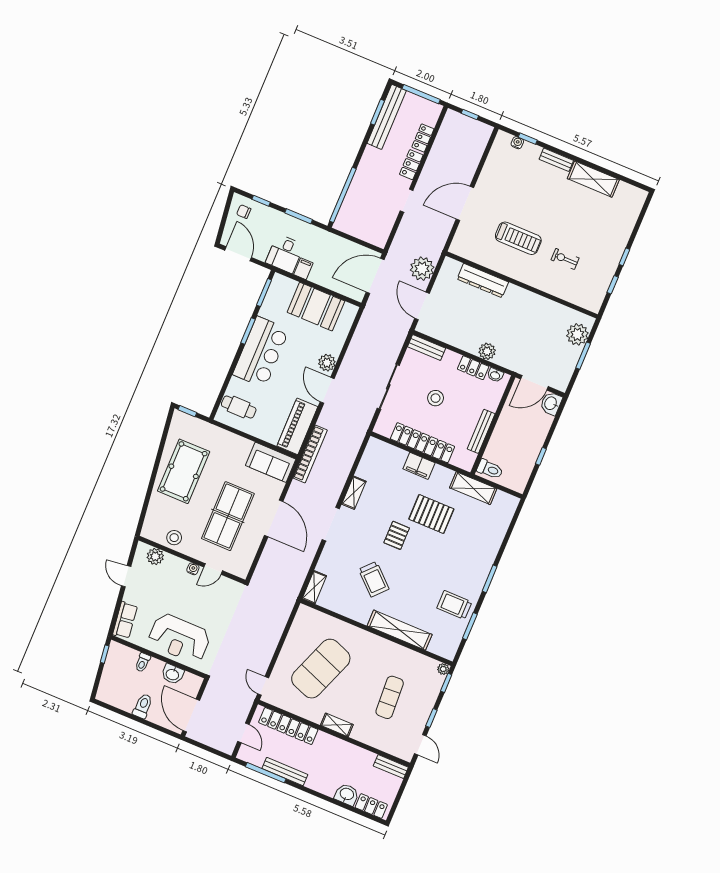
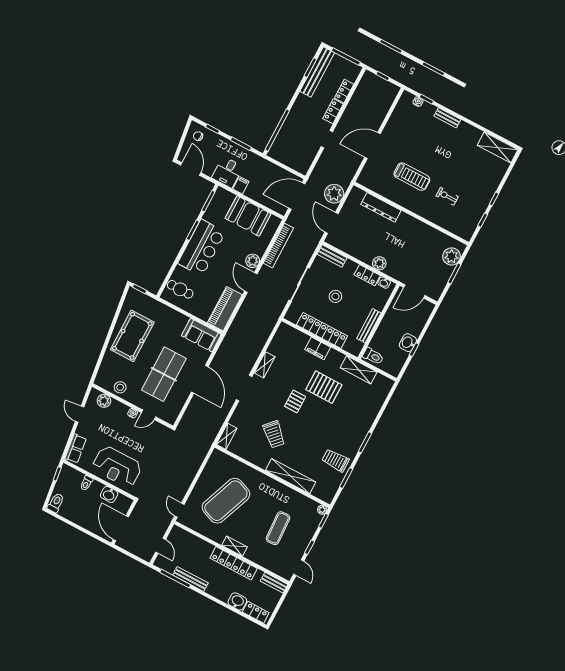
shelving: (593, 179) -> (498, 147), moved
washbasin: (551, 403) -> (408, 343), moved
bookcase: (310, 454) -> (278, 246), moved
toilet: (143, 706) -> (56, 503), moved
locker: (288, 726) -> (234, 563), moved

